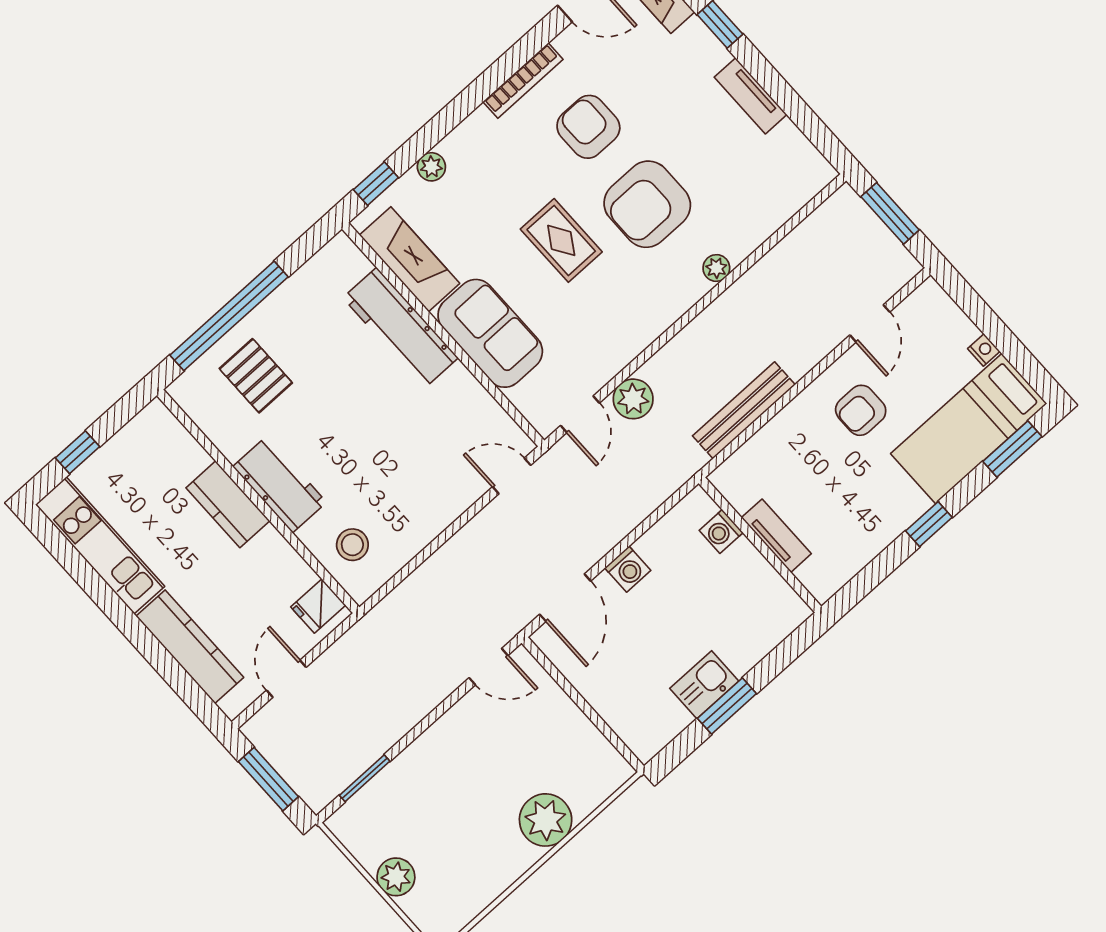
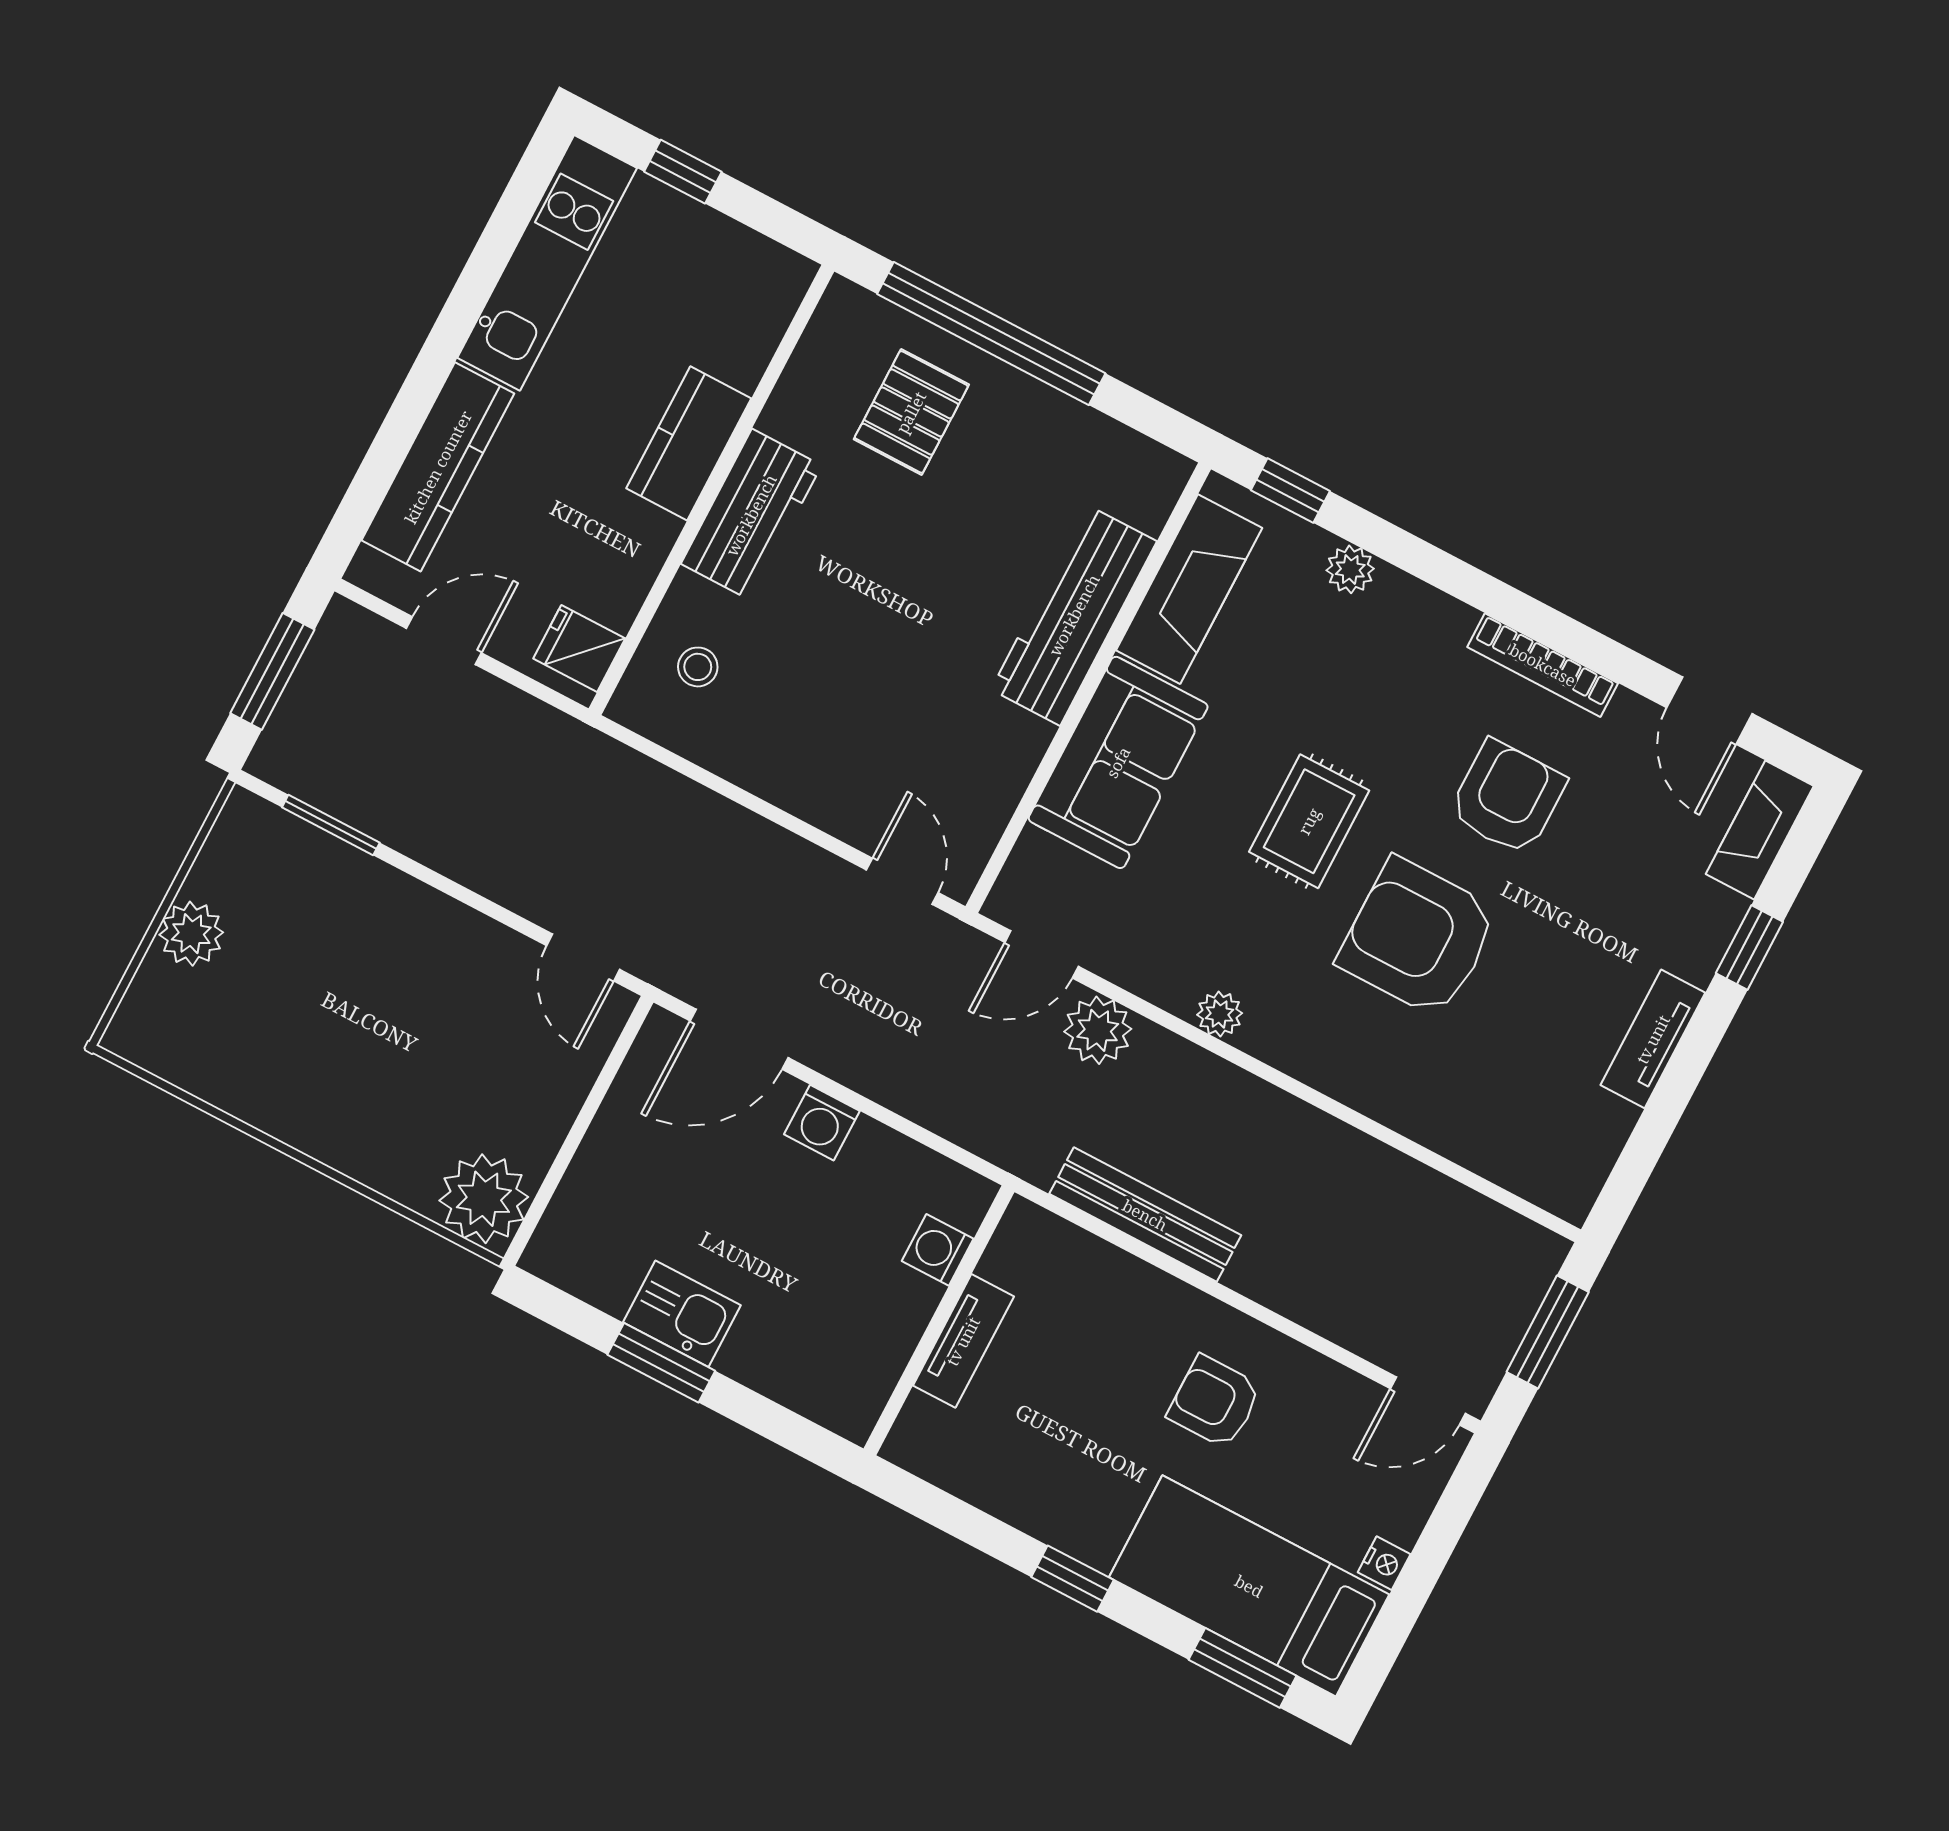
plant: (716, 268) -> (1220, 1014), moved
door: (870, 323) -> (1428, 1401), moved
stool: (352, 545) -> (698, 667), width x0.73, depth x0.73
plant: (546, 820) -> (484, 1199), moved

